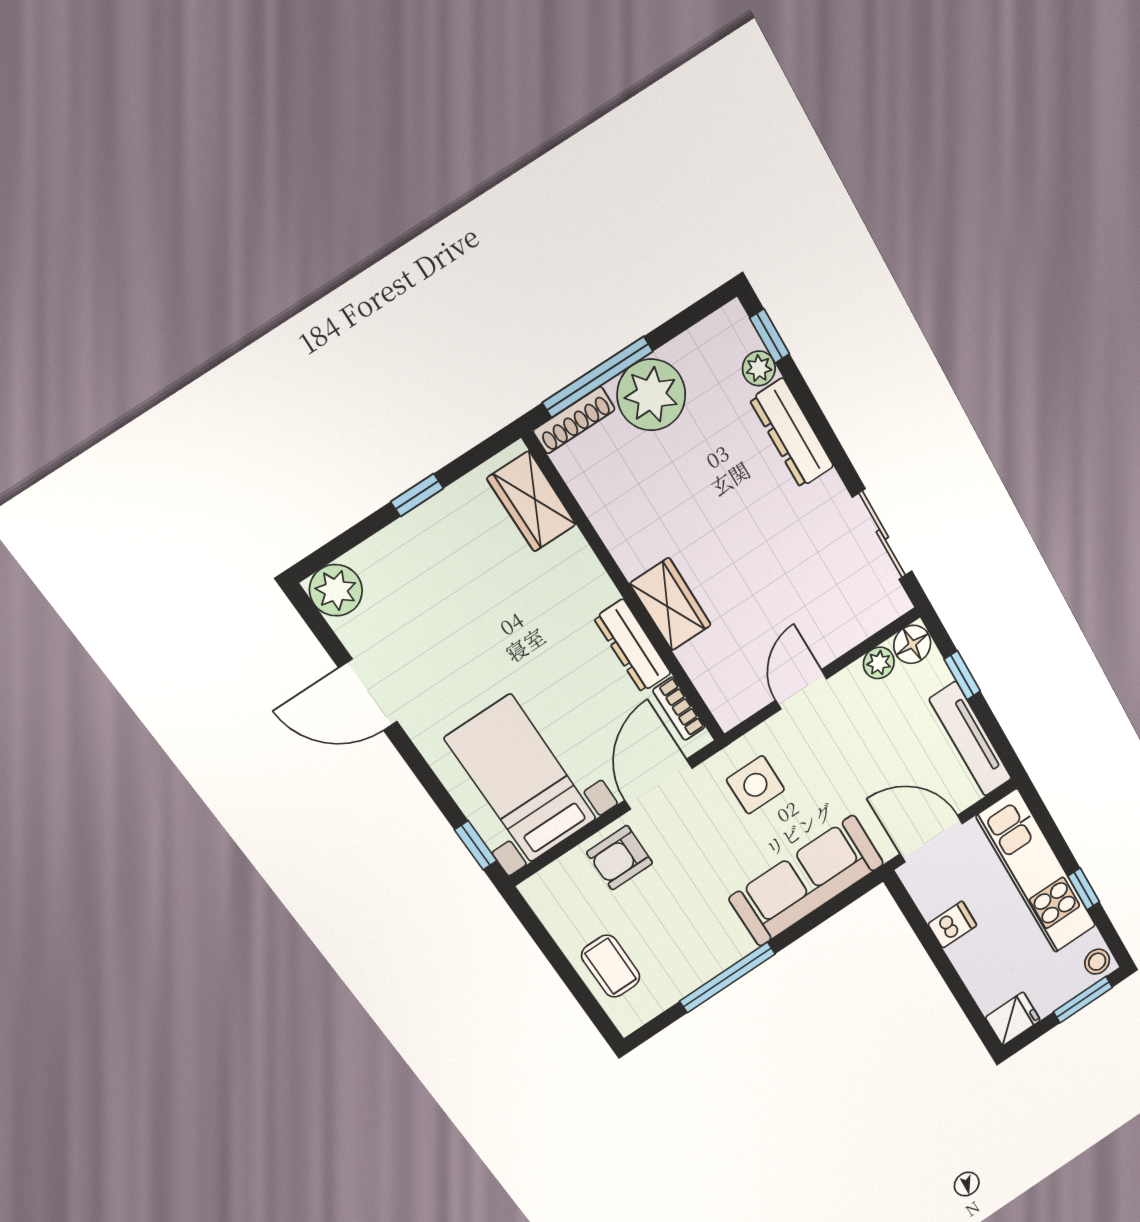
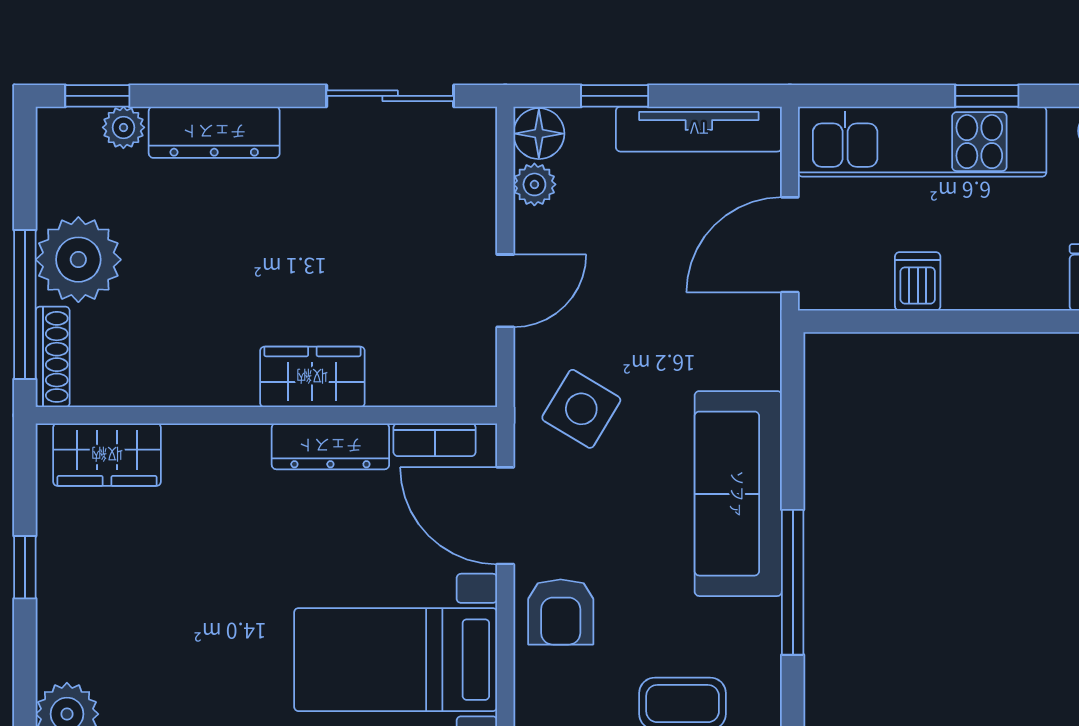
door: (801, 689) -> (505, 291), swing flipped
side table: (755, 785) -> (581, 409), turned 31
sofa: (806, 881) -> (738, 494), moved

